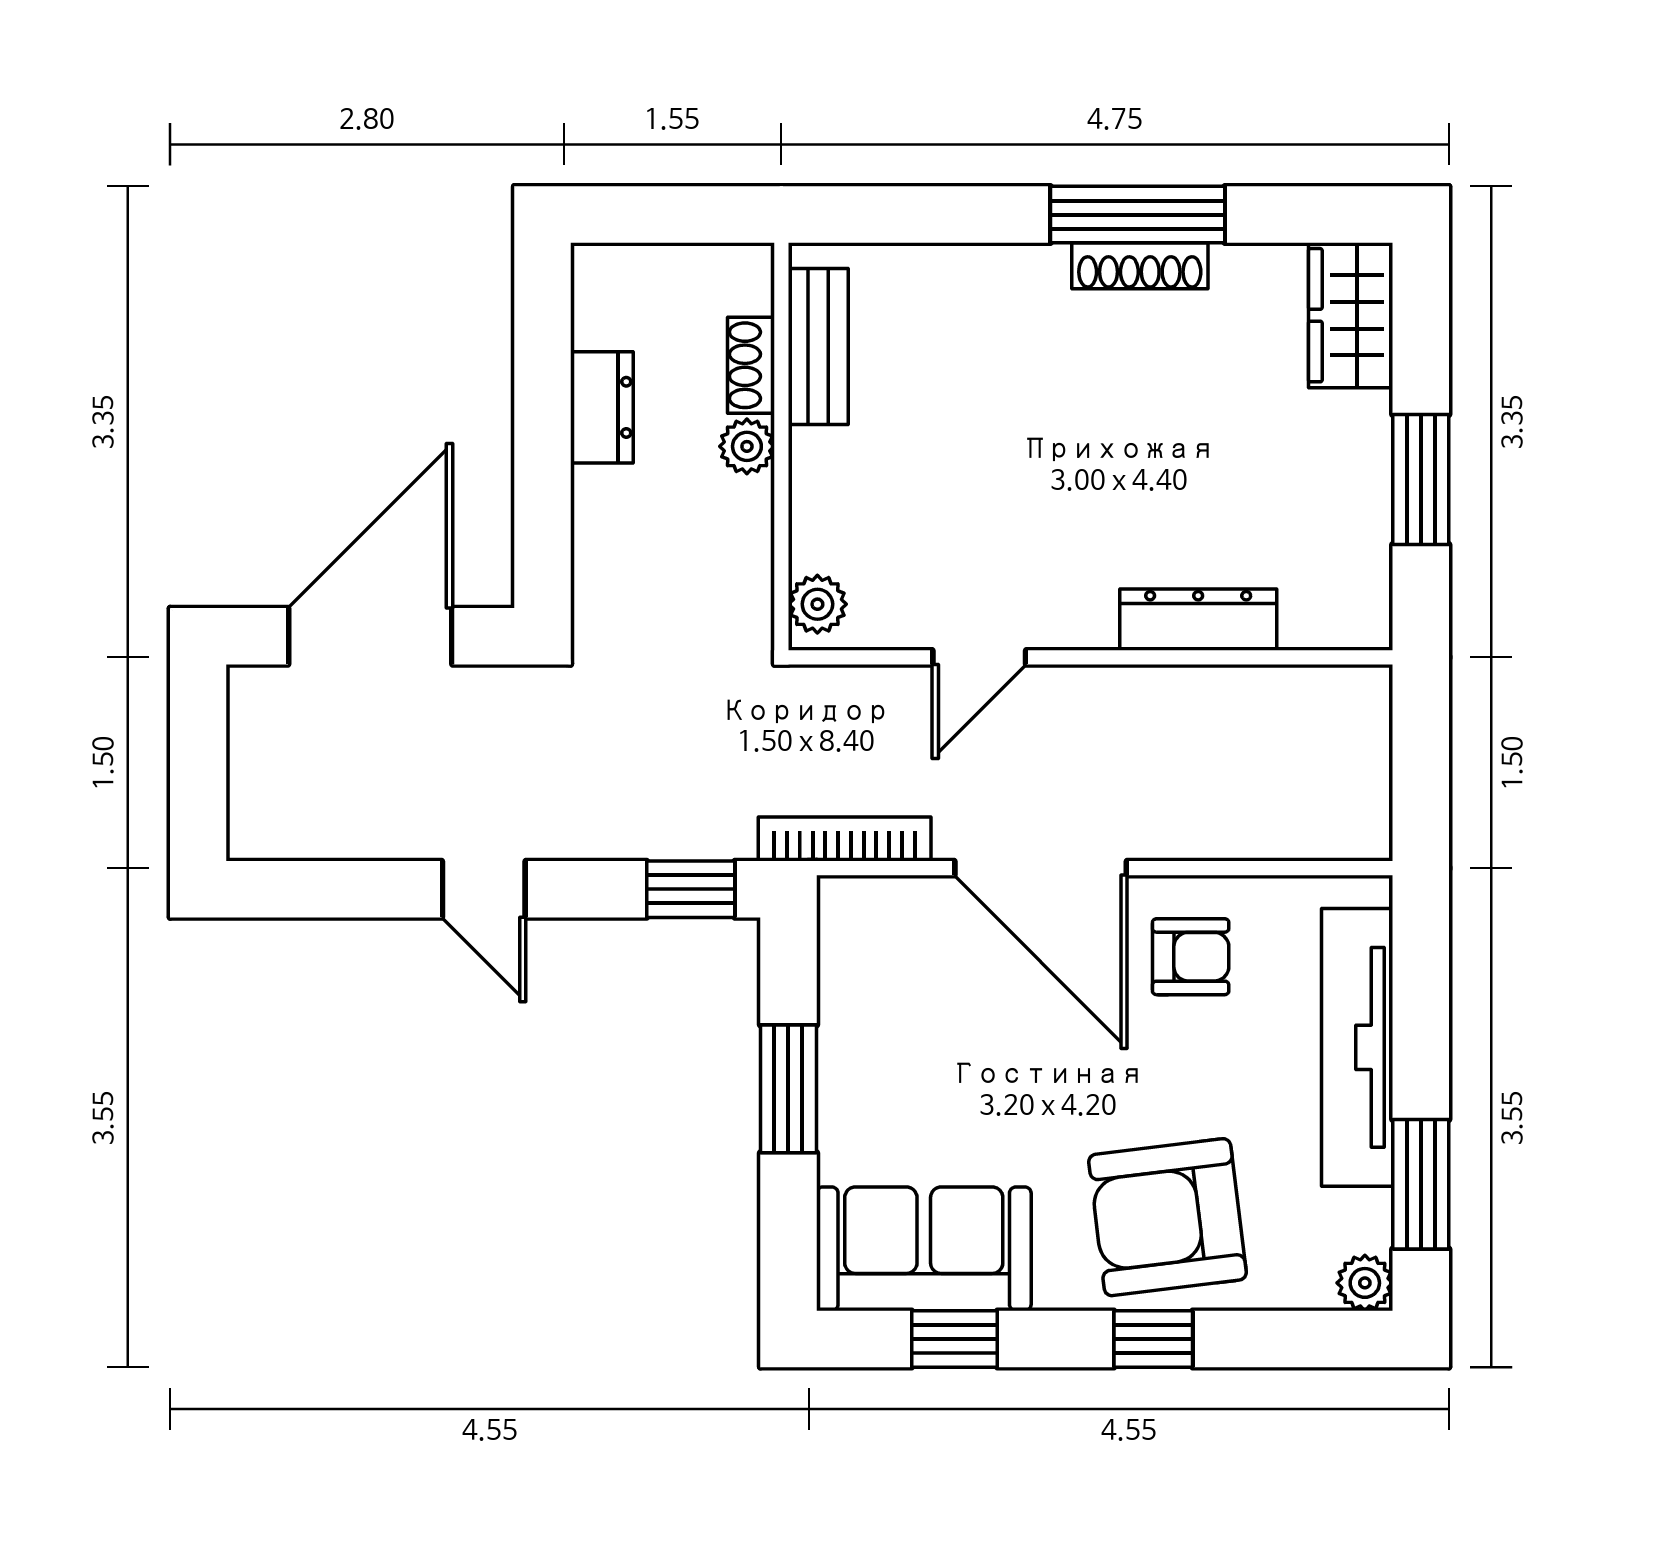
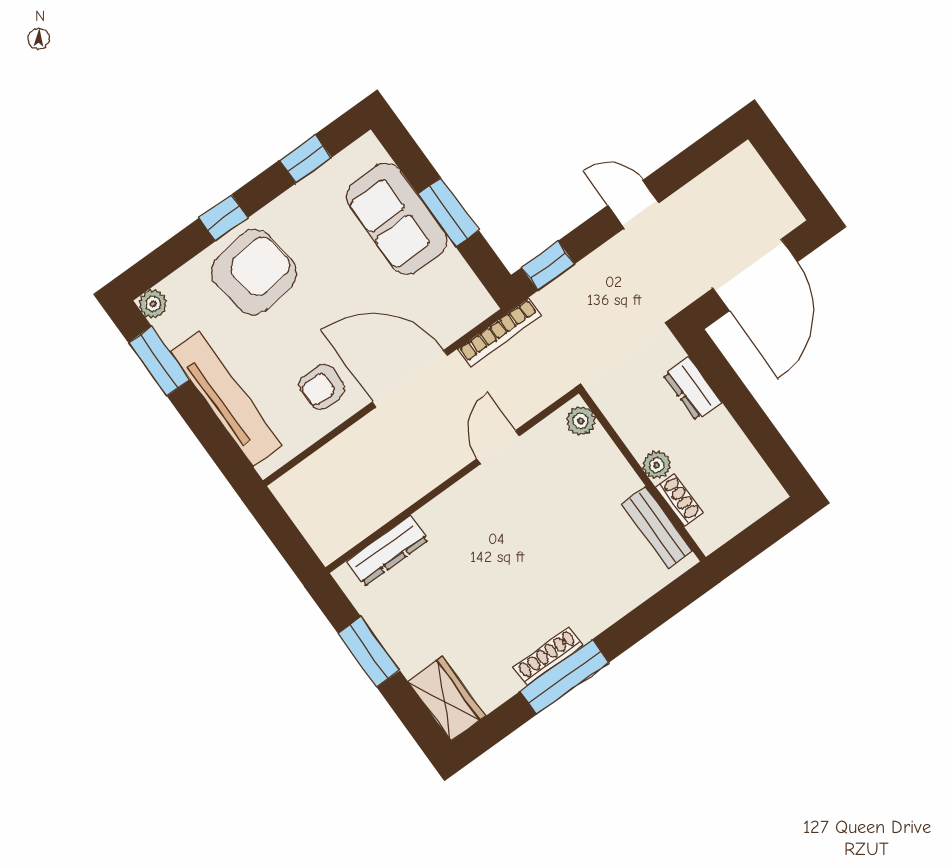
dresser: (602, 407) -> (692, 388), moved
dresser: (1198, 620) -> (388, 551), moved
sofa: (924, 1249) -> (397, 219), moved, turned 90

